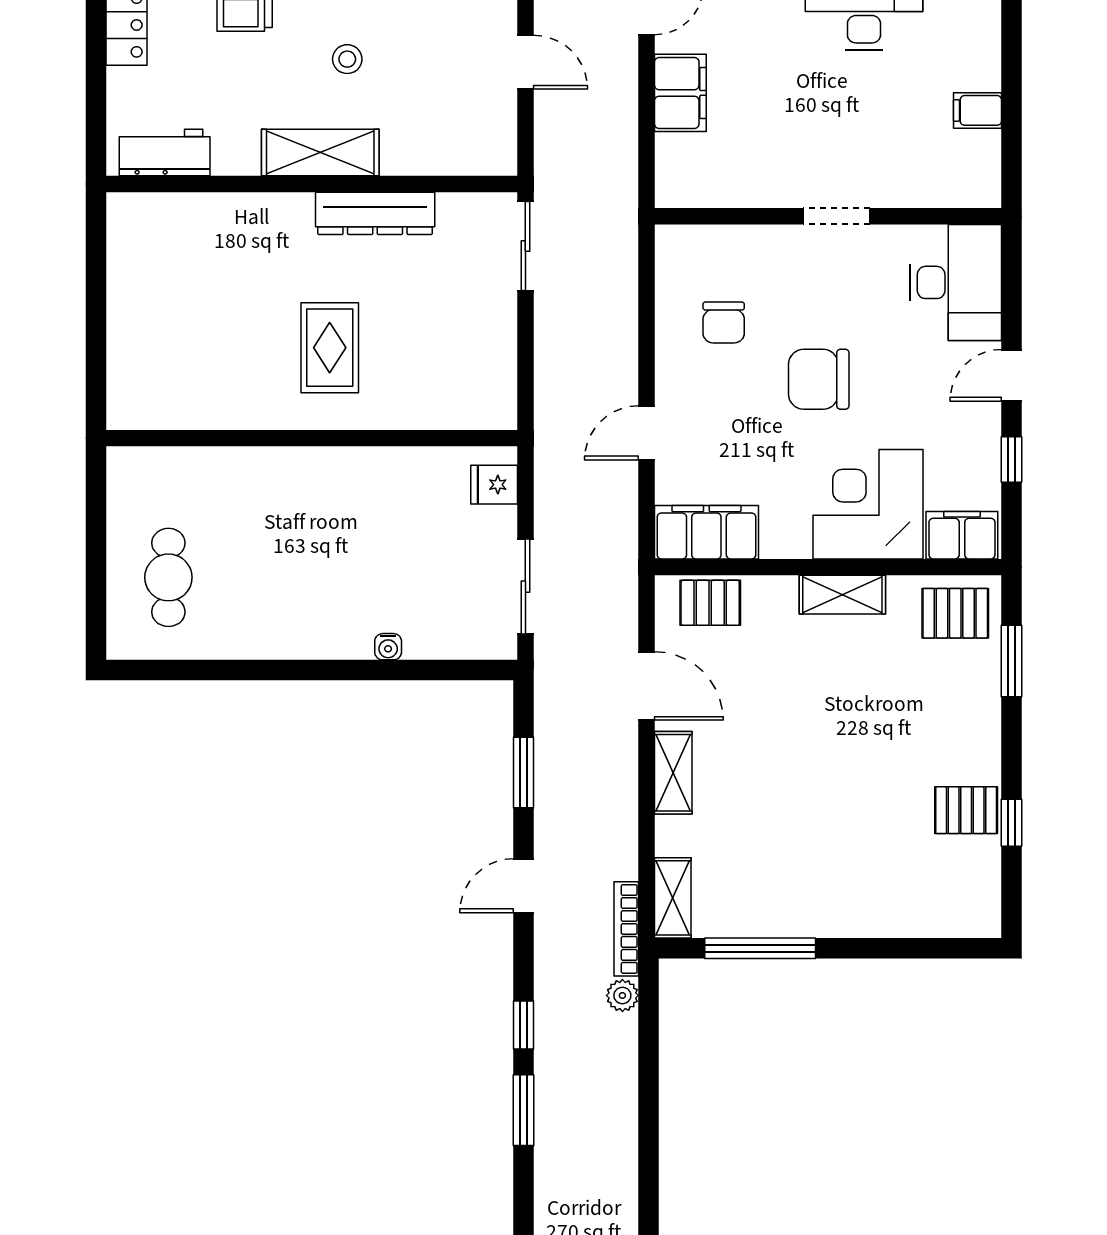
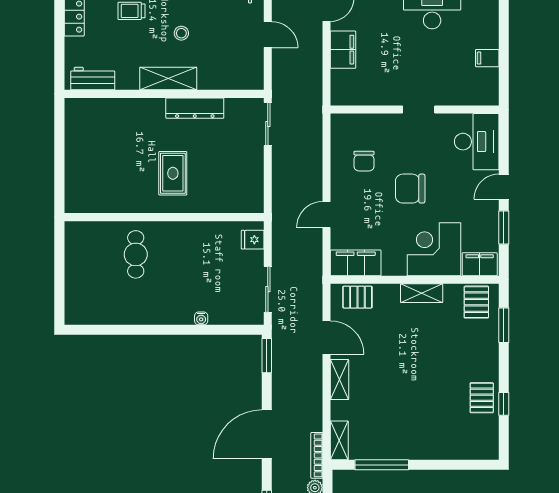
window: (1011, 459) -> (504, 227), width x1.50
cafe table: (168, 577) -> (136, 254), moved
pallet: (955, 613) -> (476, 302), turned 90
window: (523, 772) -> (267, 356), moved
pallet: (966, 810) -> (482, 398), turned 90
door: (523, 886) -> (267, 434), width x1.87

